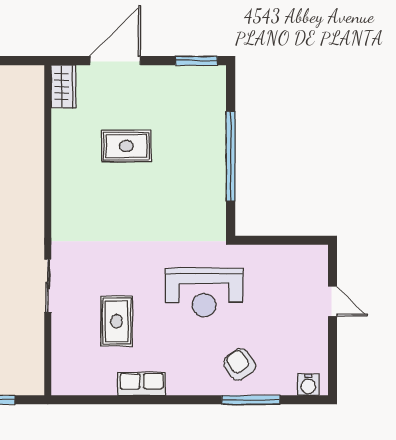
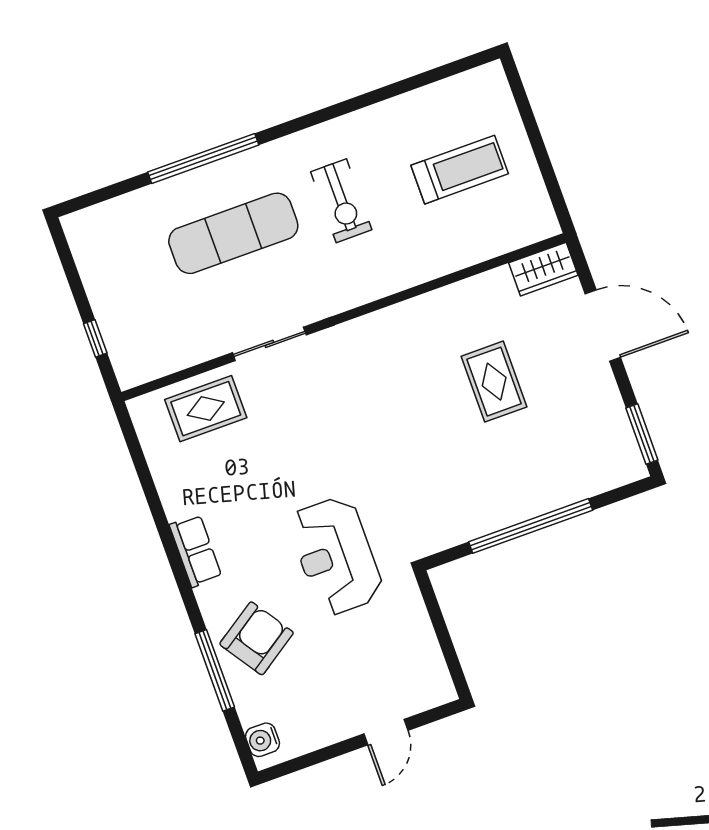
rug: (117, 321) -> (206, 409), moved
armchair: (240, 364) -> (257, 638), width x1.38, depth x1.38
row of seats: (142, 384) -> (196, 551), moved

